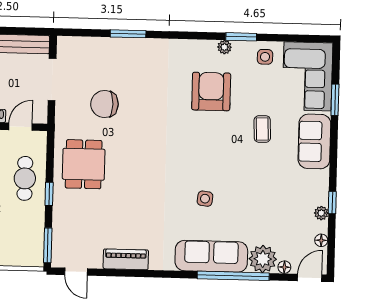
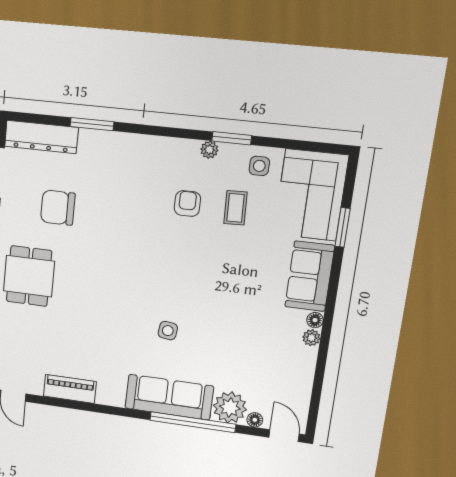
dresser: (87, 47) -> (41, 137), added
armchair: (211, 91) -> (187, 204), width x0.53, depth x0.53
coffee table: (262, 129) -> (236, 208), moved
window: (332, 203) -> (323, 352), removed
plant: (321, 213) -> (311, 338), moved
floor lamp: (321, 240) -> (315, 320), moved
door: (310, 278) -> (284, 436), hinge flipped

